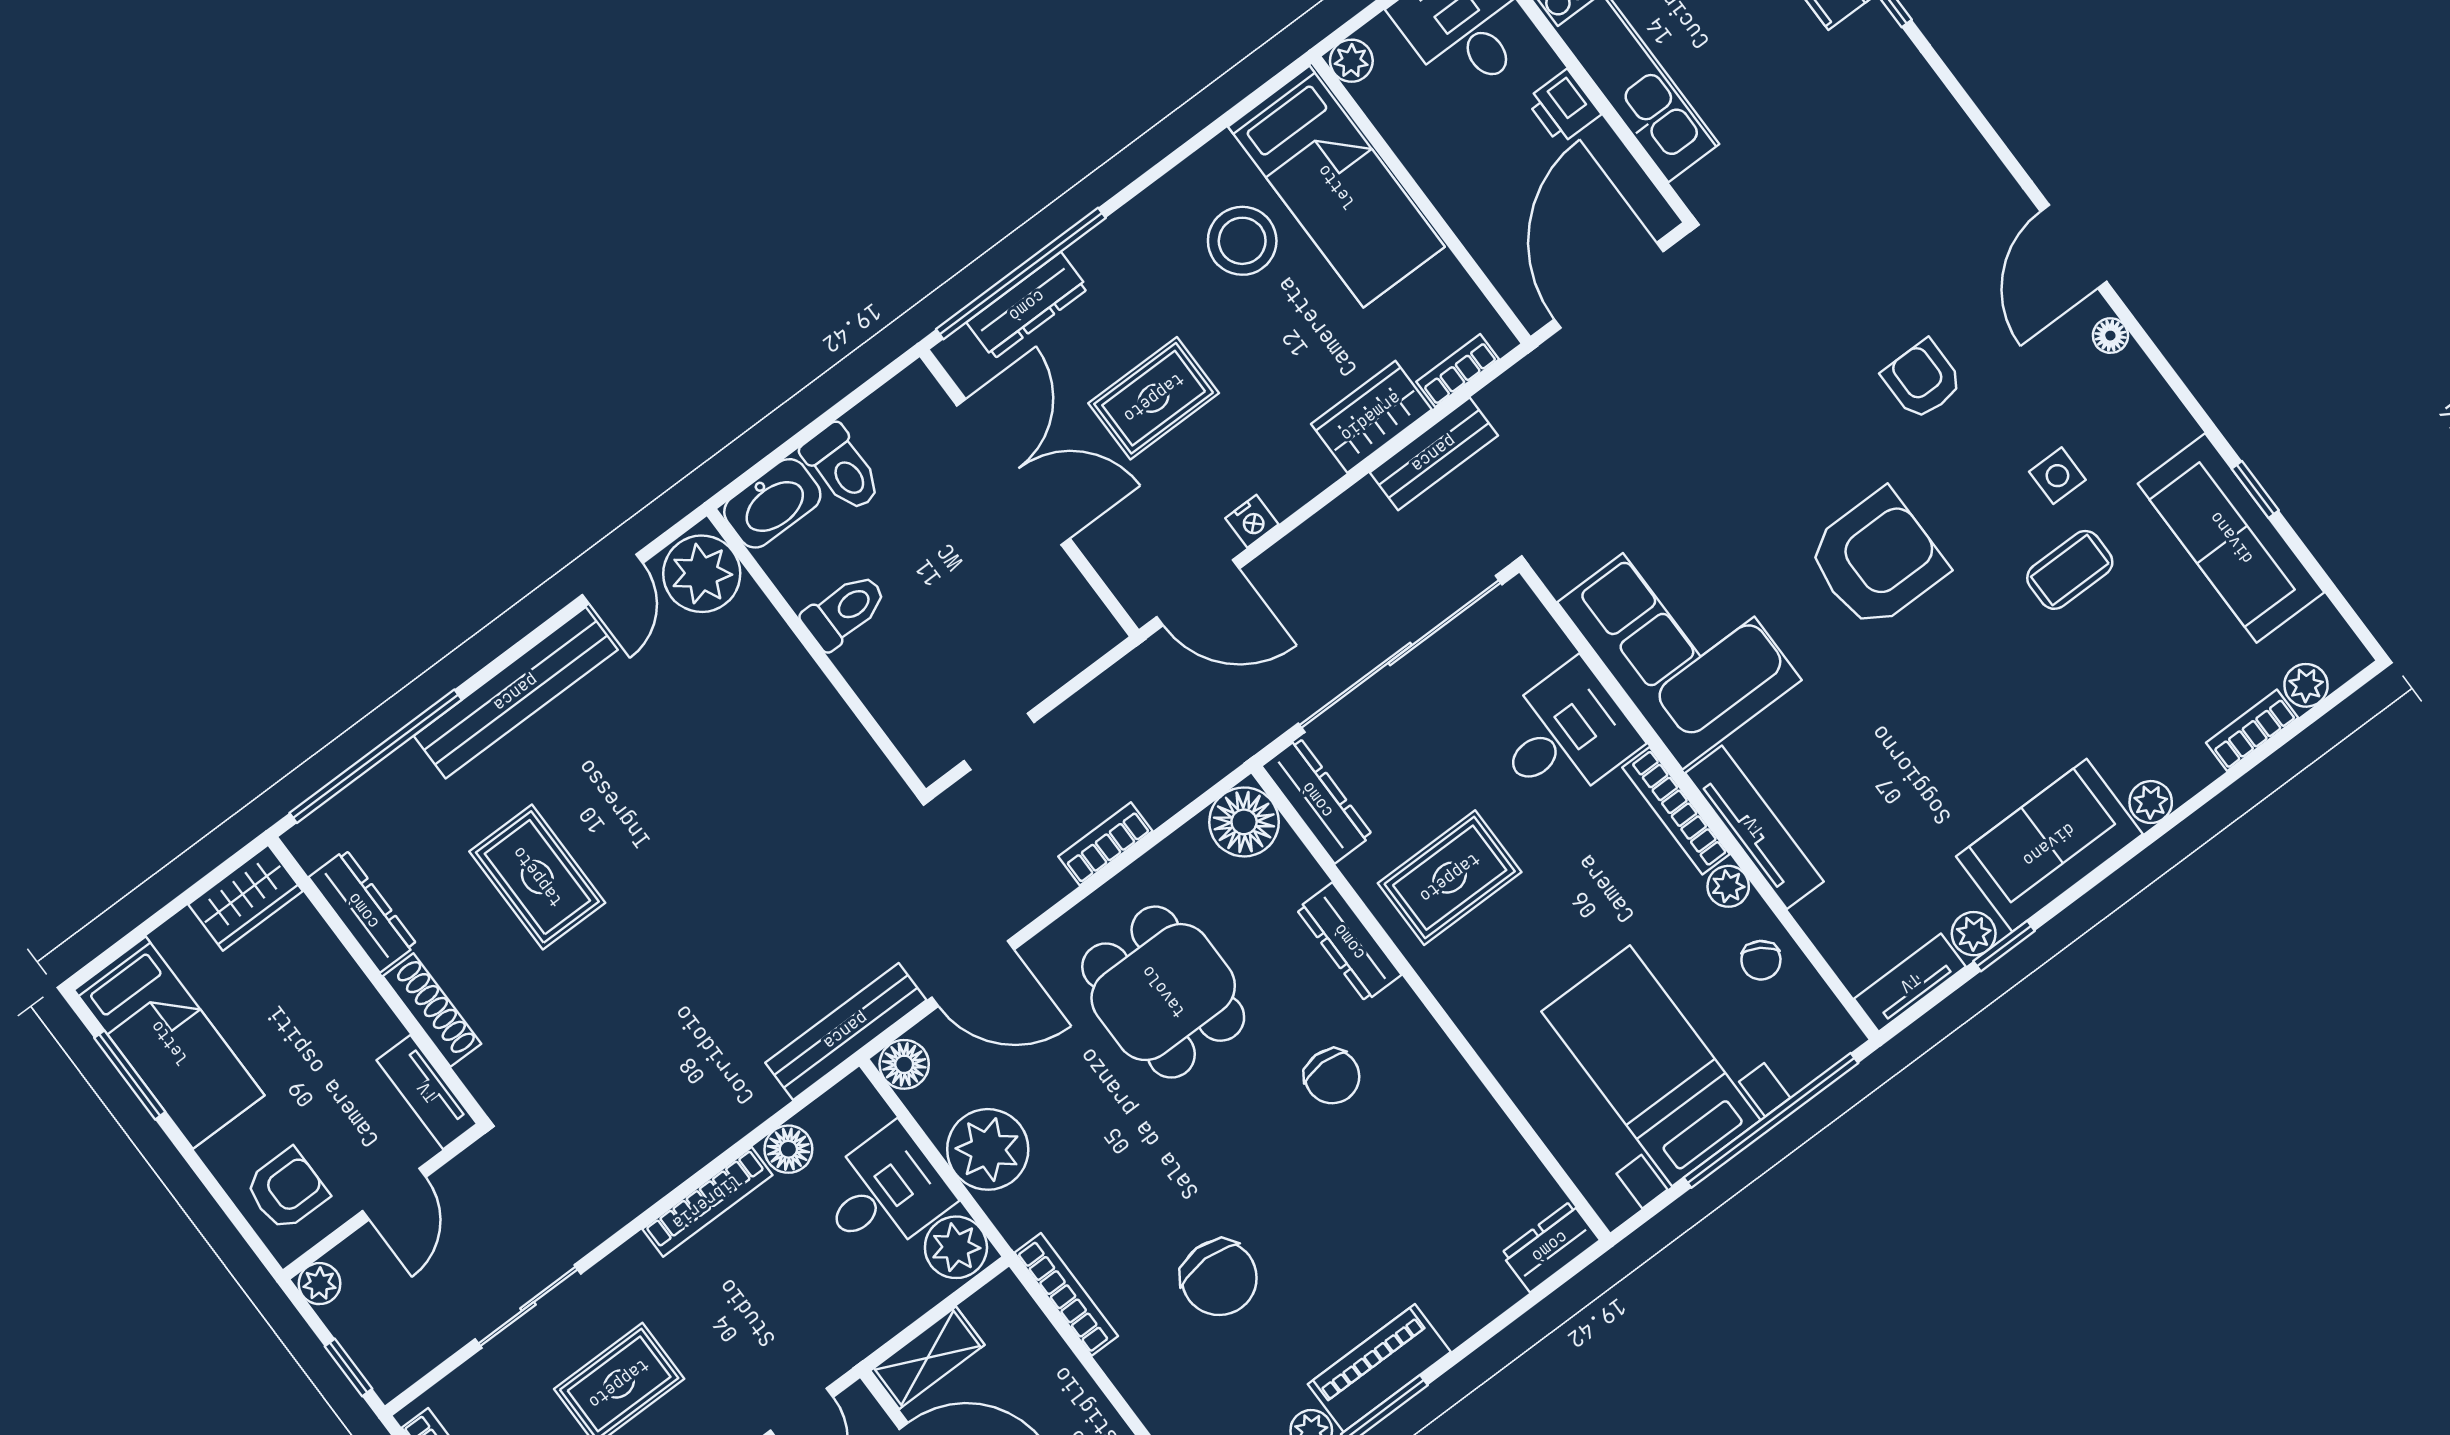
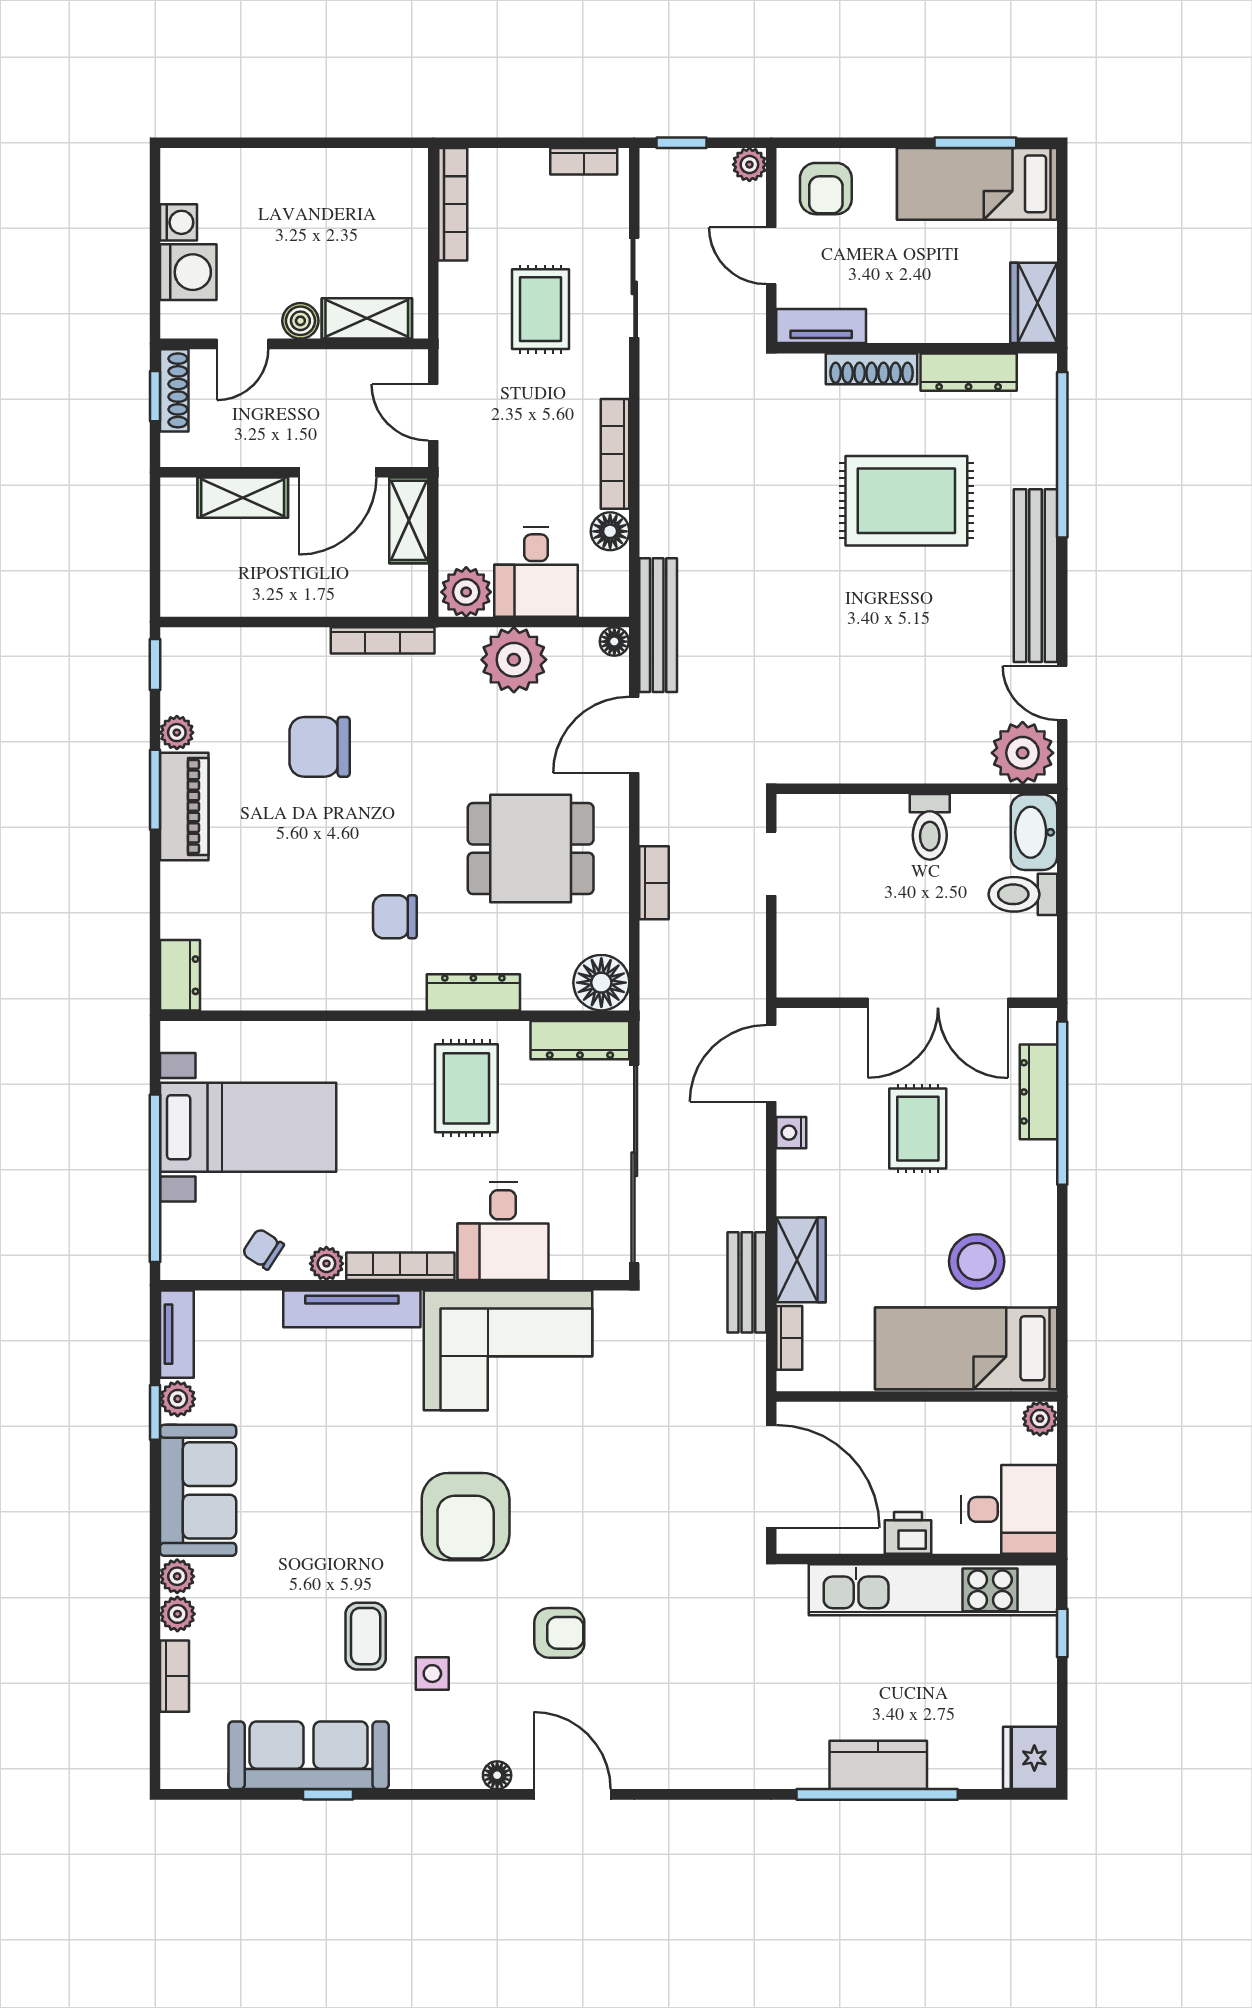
plant: (2306, 685) -> (177, 1614), moved
rug: (537, 877) -> (906, 501), width x1.36, depth x1.43
floor lamp: (904, 1064) -> (614, 642), width x0.73, depth x0.73

